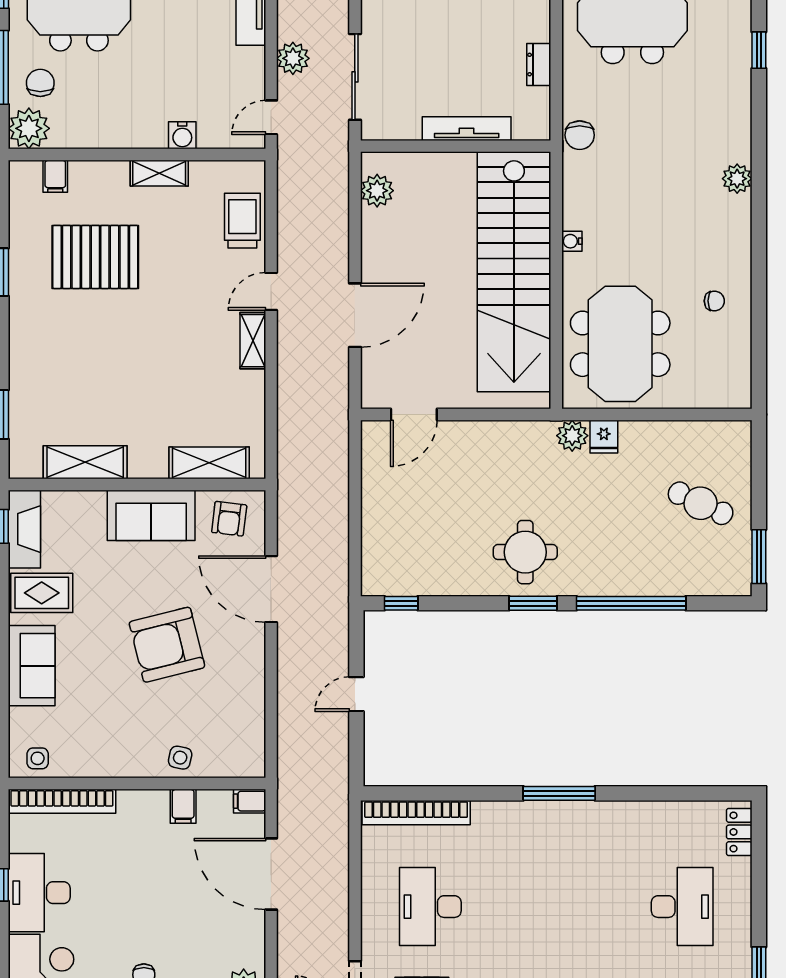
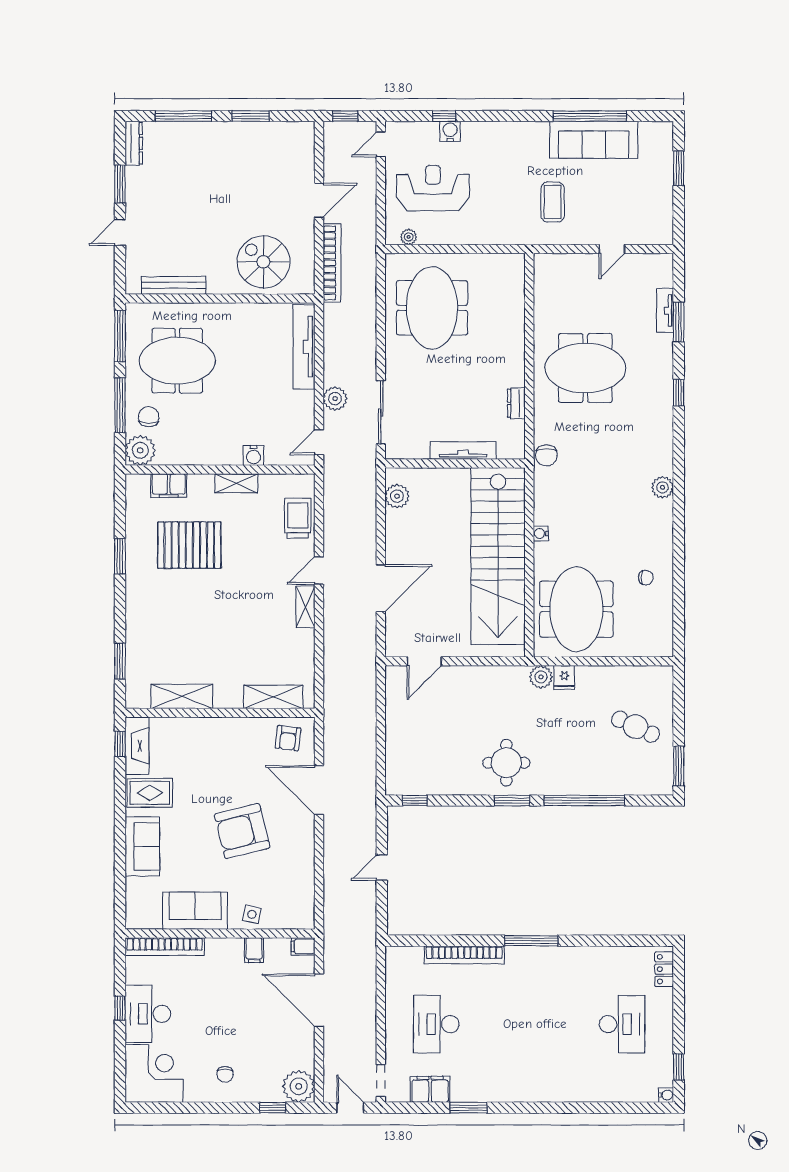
filing cabinet: (55, 176) -> (169, 486), width x2.00
sofa: (151, 515) -> (195, 911), moved, turned 180
side table: (38, 758) -> (147, 915), removed
bookcase: (416, 813) -> (464, 955), moved

